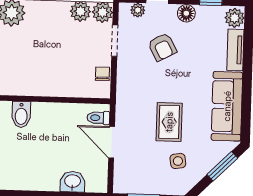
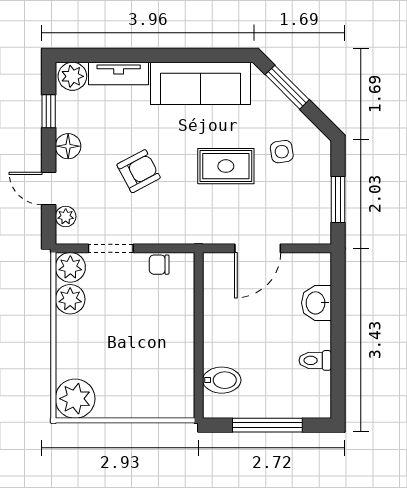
armchair: (162, 47) -> (139, 171), moved
toilet: (98, 118) -> (315, 360), moved, turned 90

